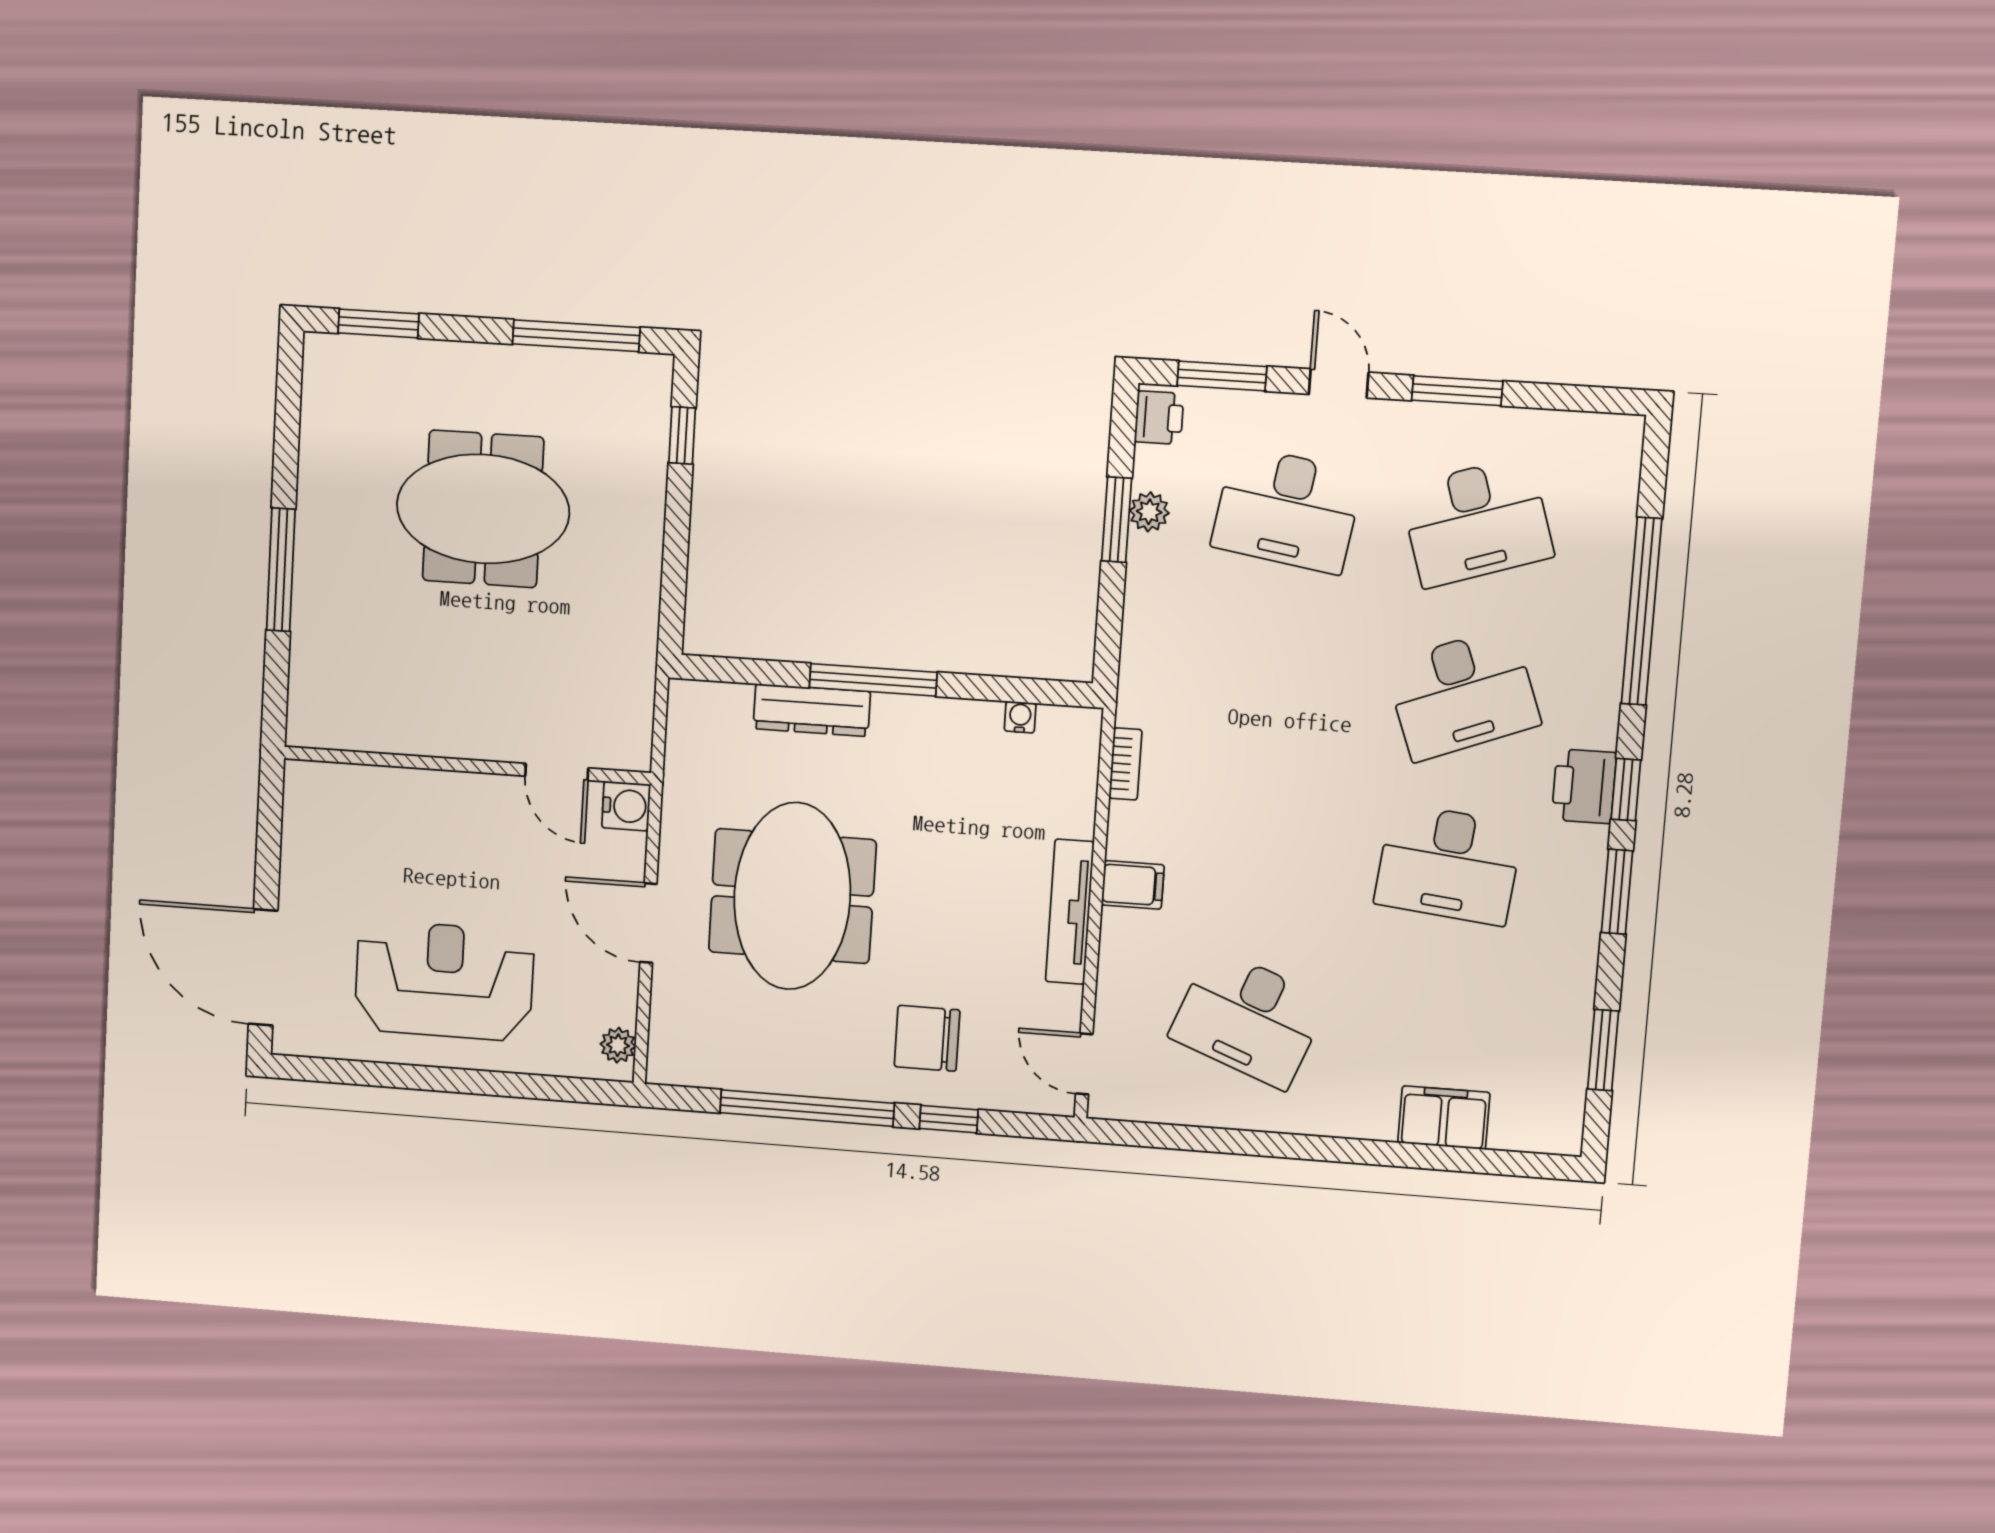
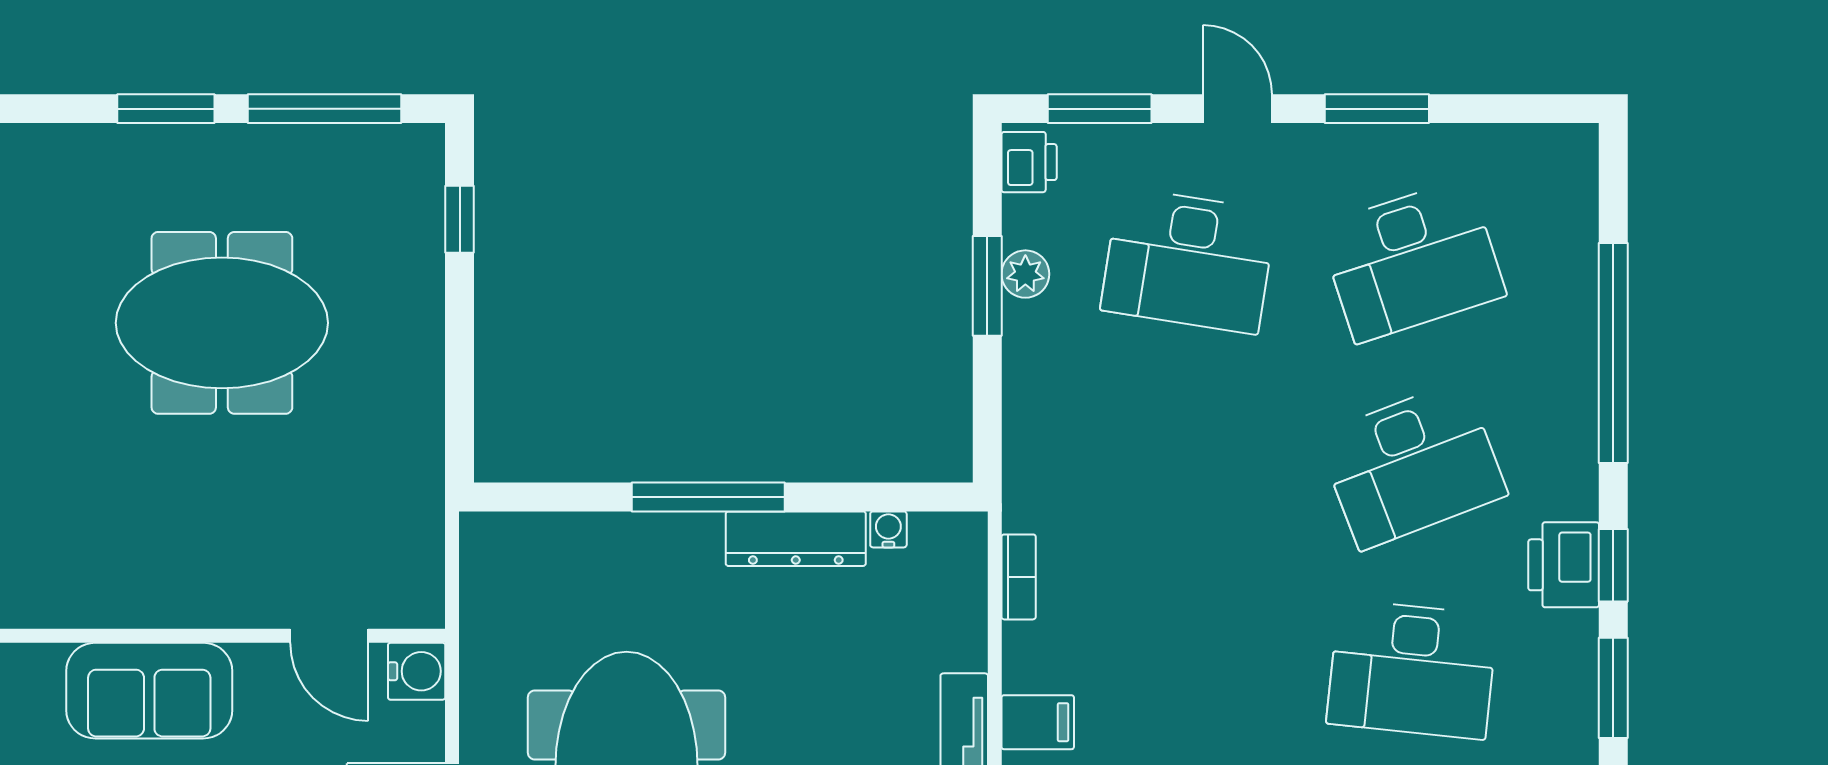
window: (378, 323) -> (166, 109), moved
dresser: (812, 710) -> (796, 539), moved
sofa: (409, 806) -> (149, 691), added

